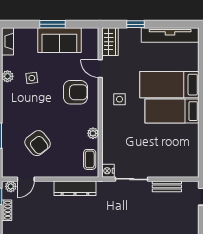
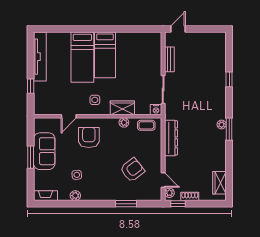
wardrobe: (110, 42) -> (122, 108), moved

